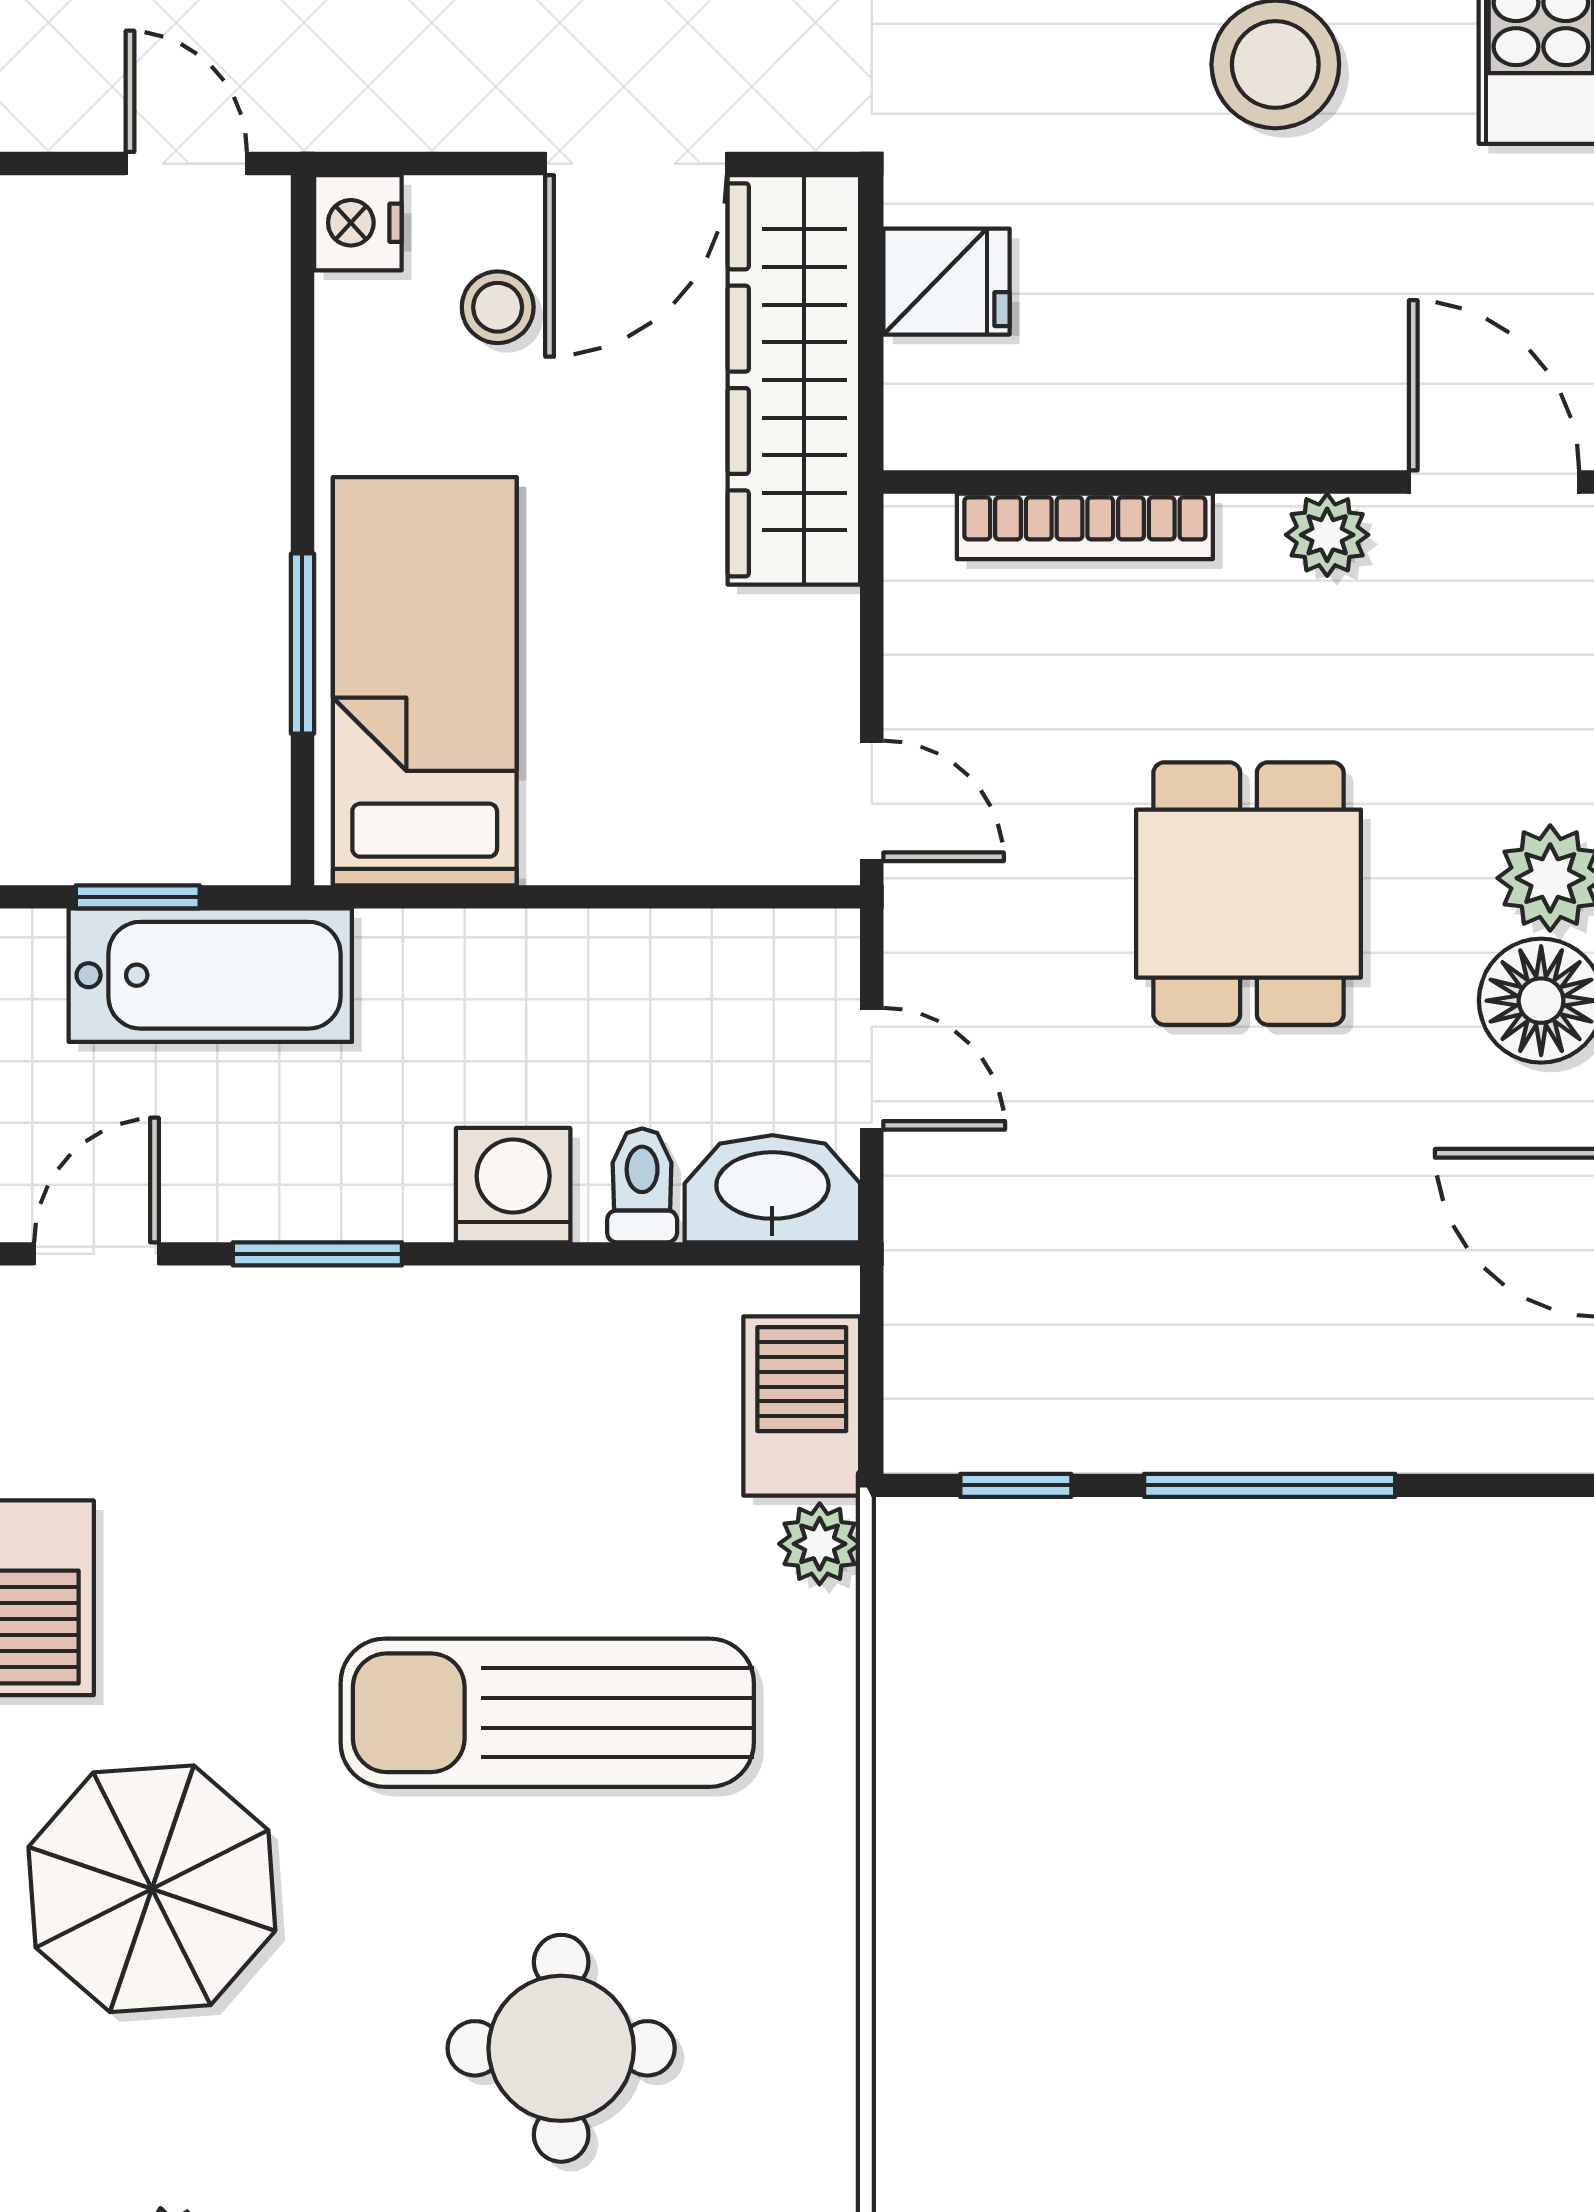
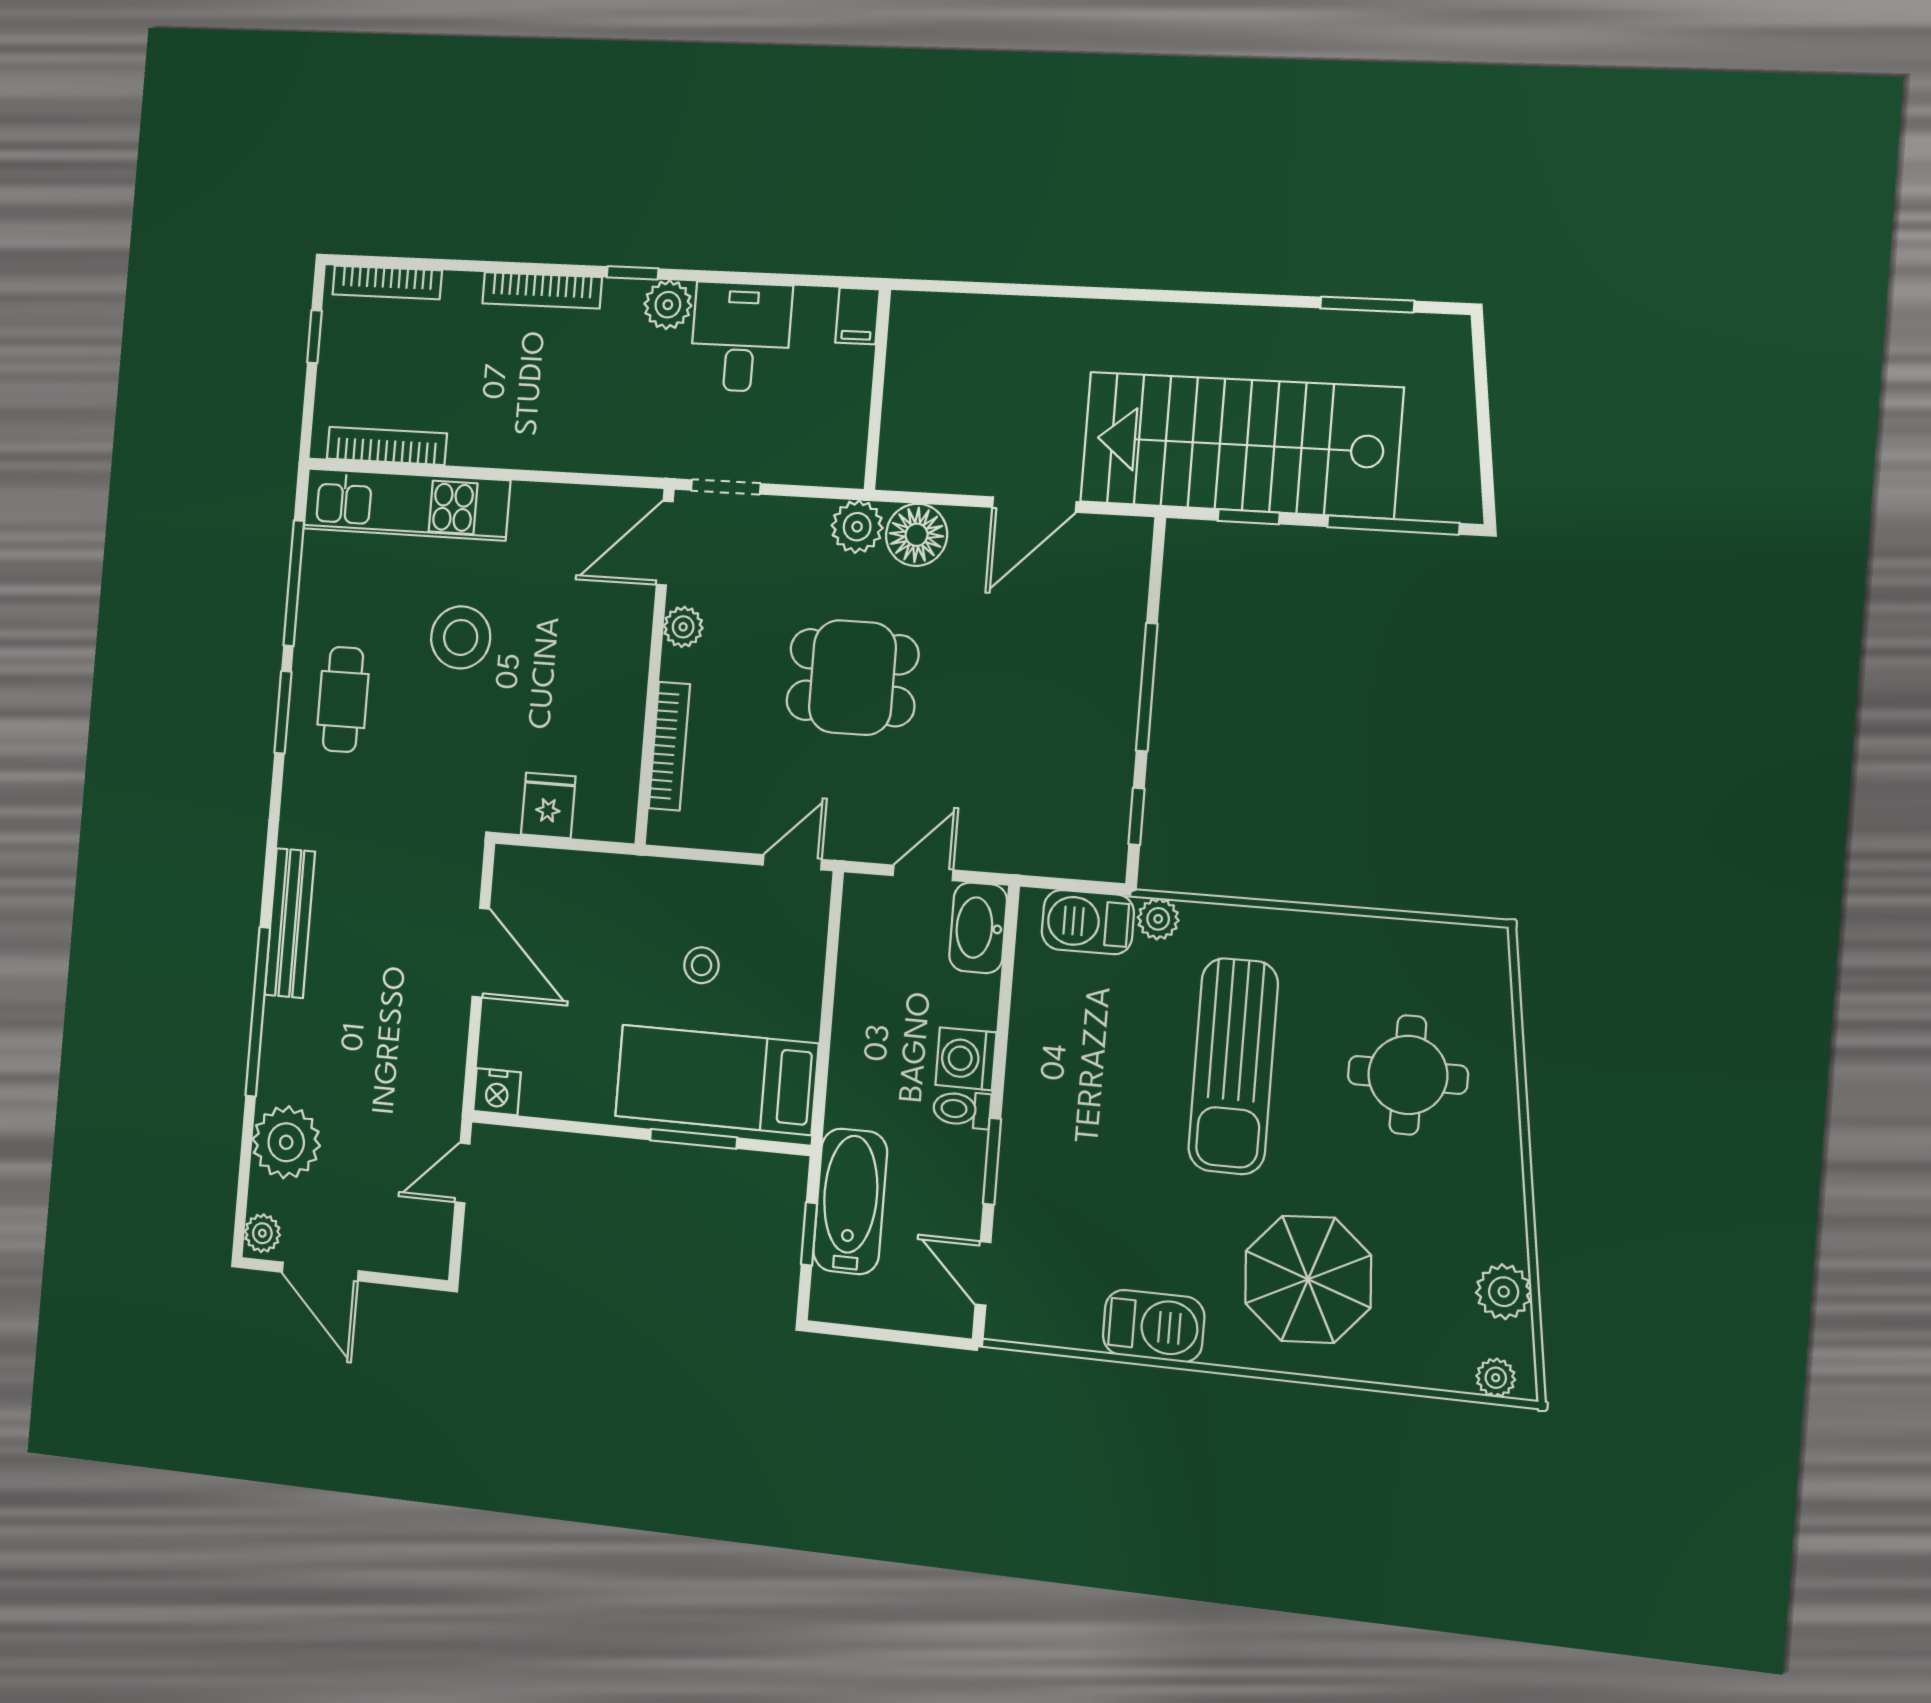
stool: (498, 307) -> (701, 965), moved
wardrobe: (794, 380) -> (588, 884), removed
toilet: (642, 1185) -> (962, 1109), moved

